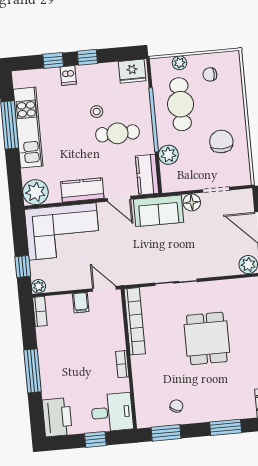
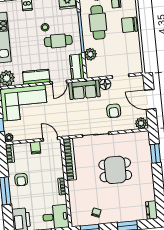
chair: (221, 141) -> (129, 25), moved, turned -90
door: (119, 199) -> (59, 82), hinge flipped
armchair: (205, 245) -> (114, 111), added
dining table: (207, 338) -> (115, 170), turned 90
armchair: (57, 353) -> (21, 180), added

